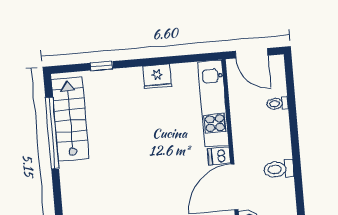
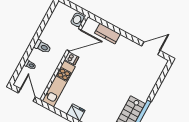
toilet: (279, 169) -> (42, 47), moved

